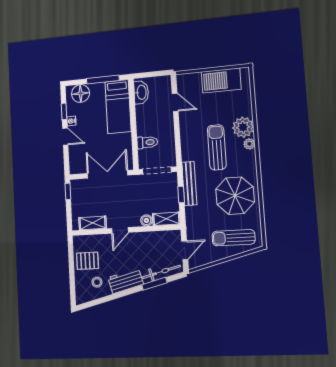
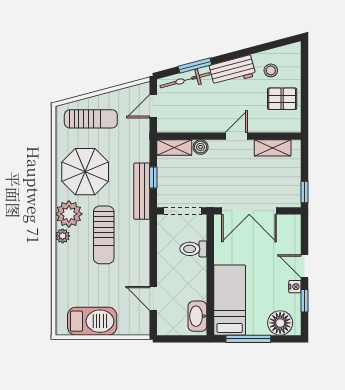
plant: (243, 127) -> (69, 214), moved

